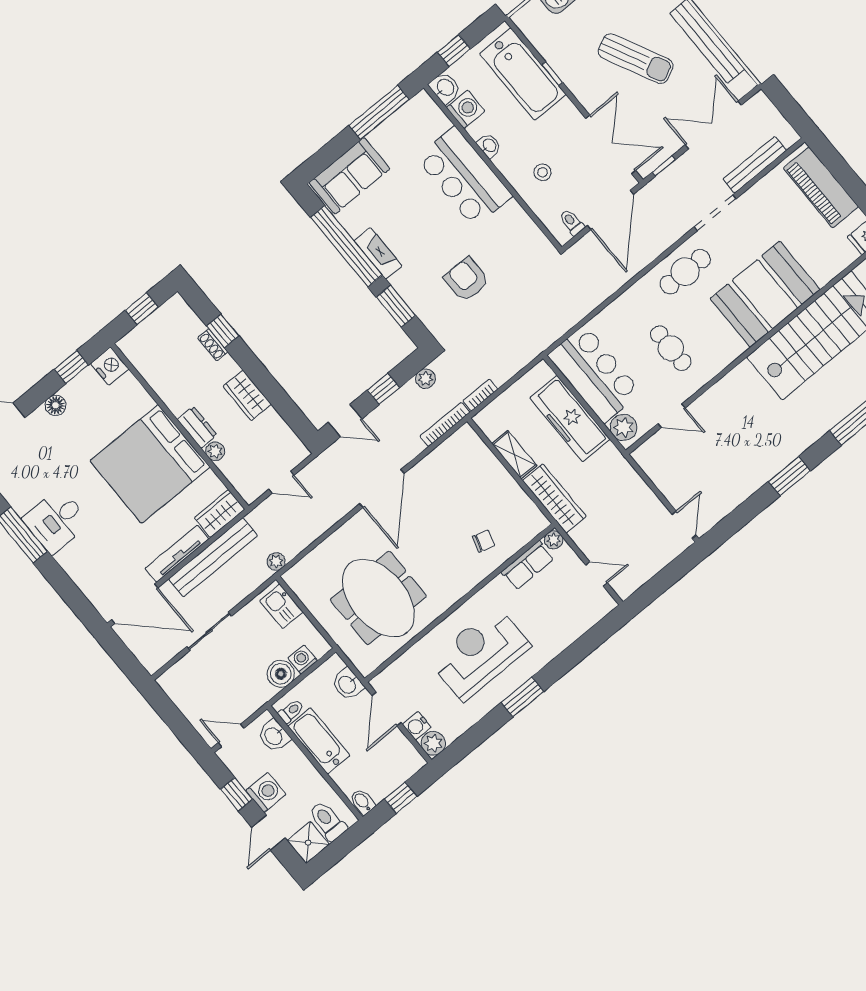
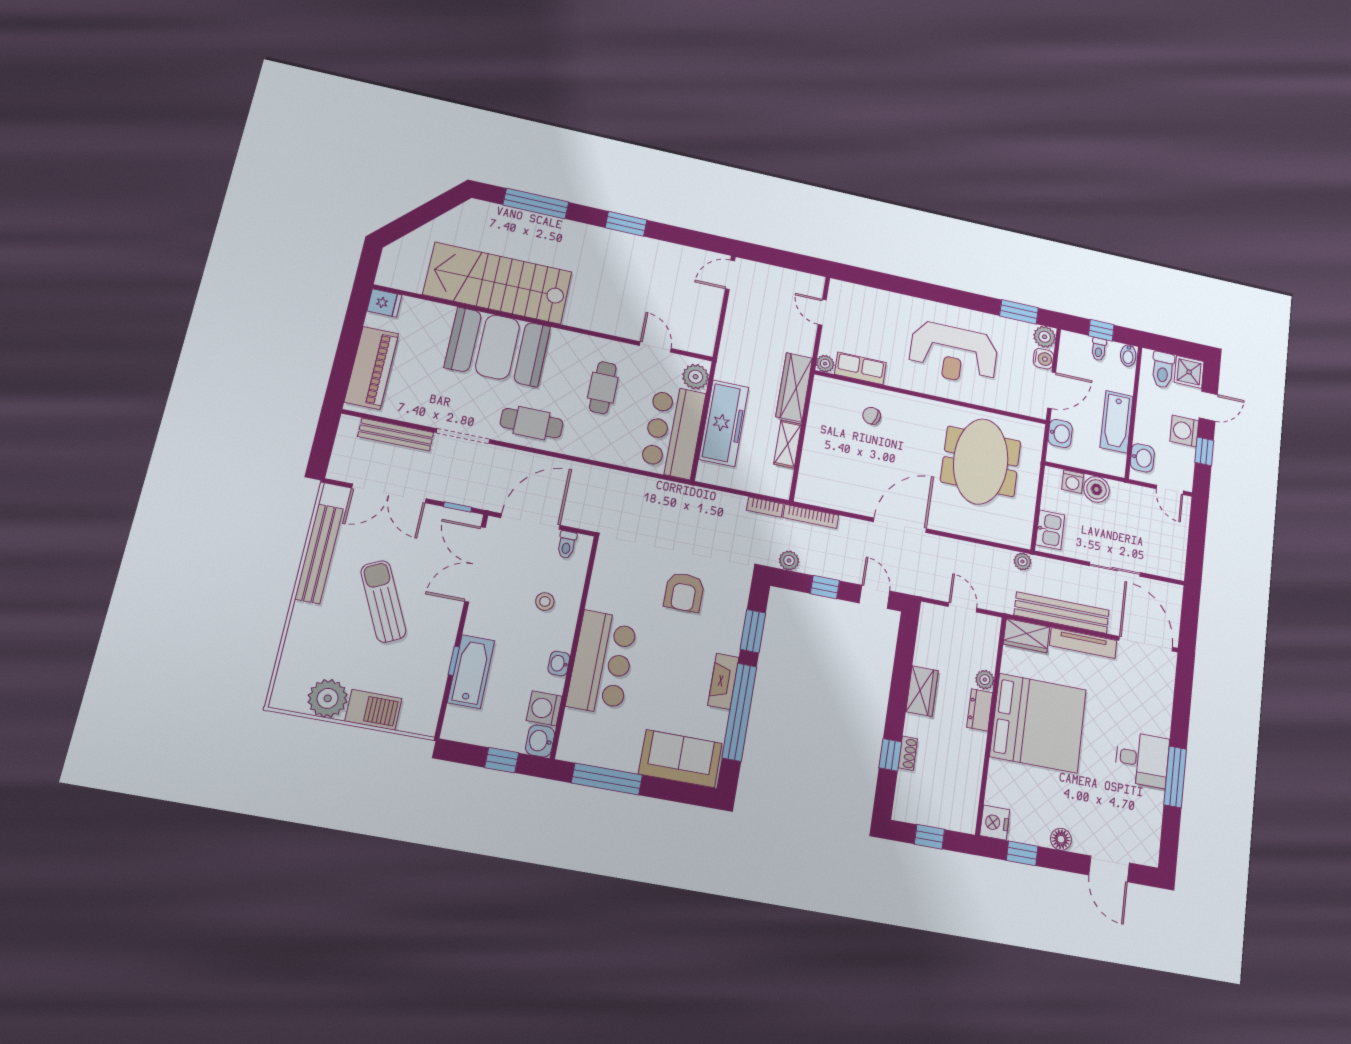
bathtub: (523, 74) -> (471, 672), width x0.73, depth x0.73
window: (522, 697) -> (1019, 312), moved
toilet: (291, 711) -> (1099, 349), moved, turned -90

